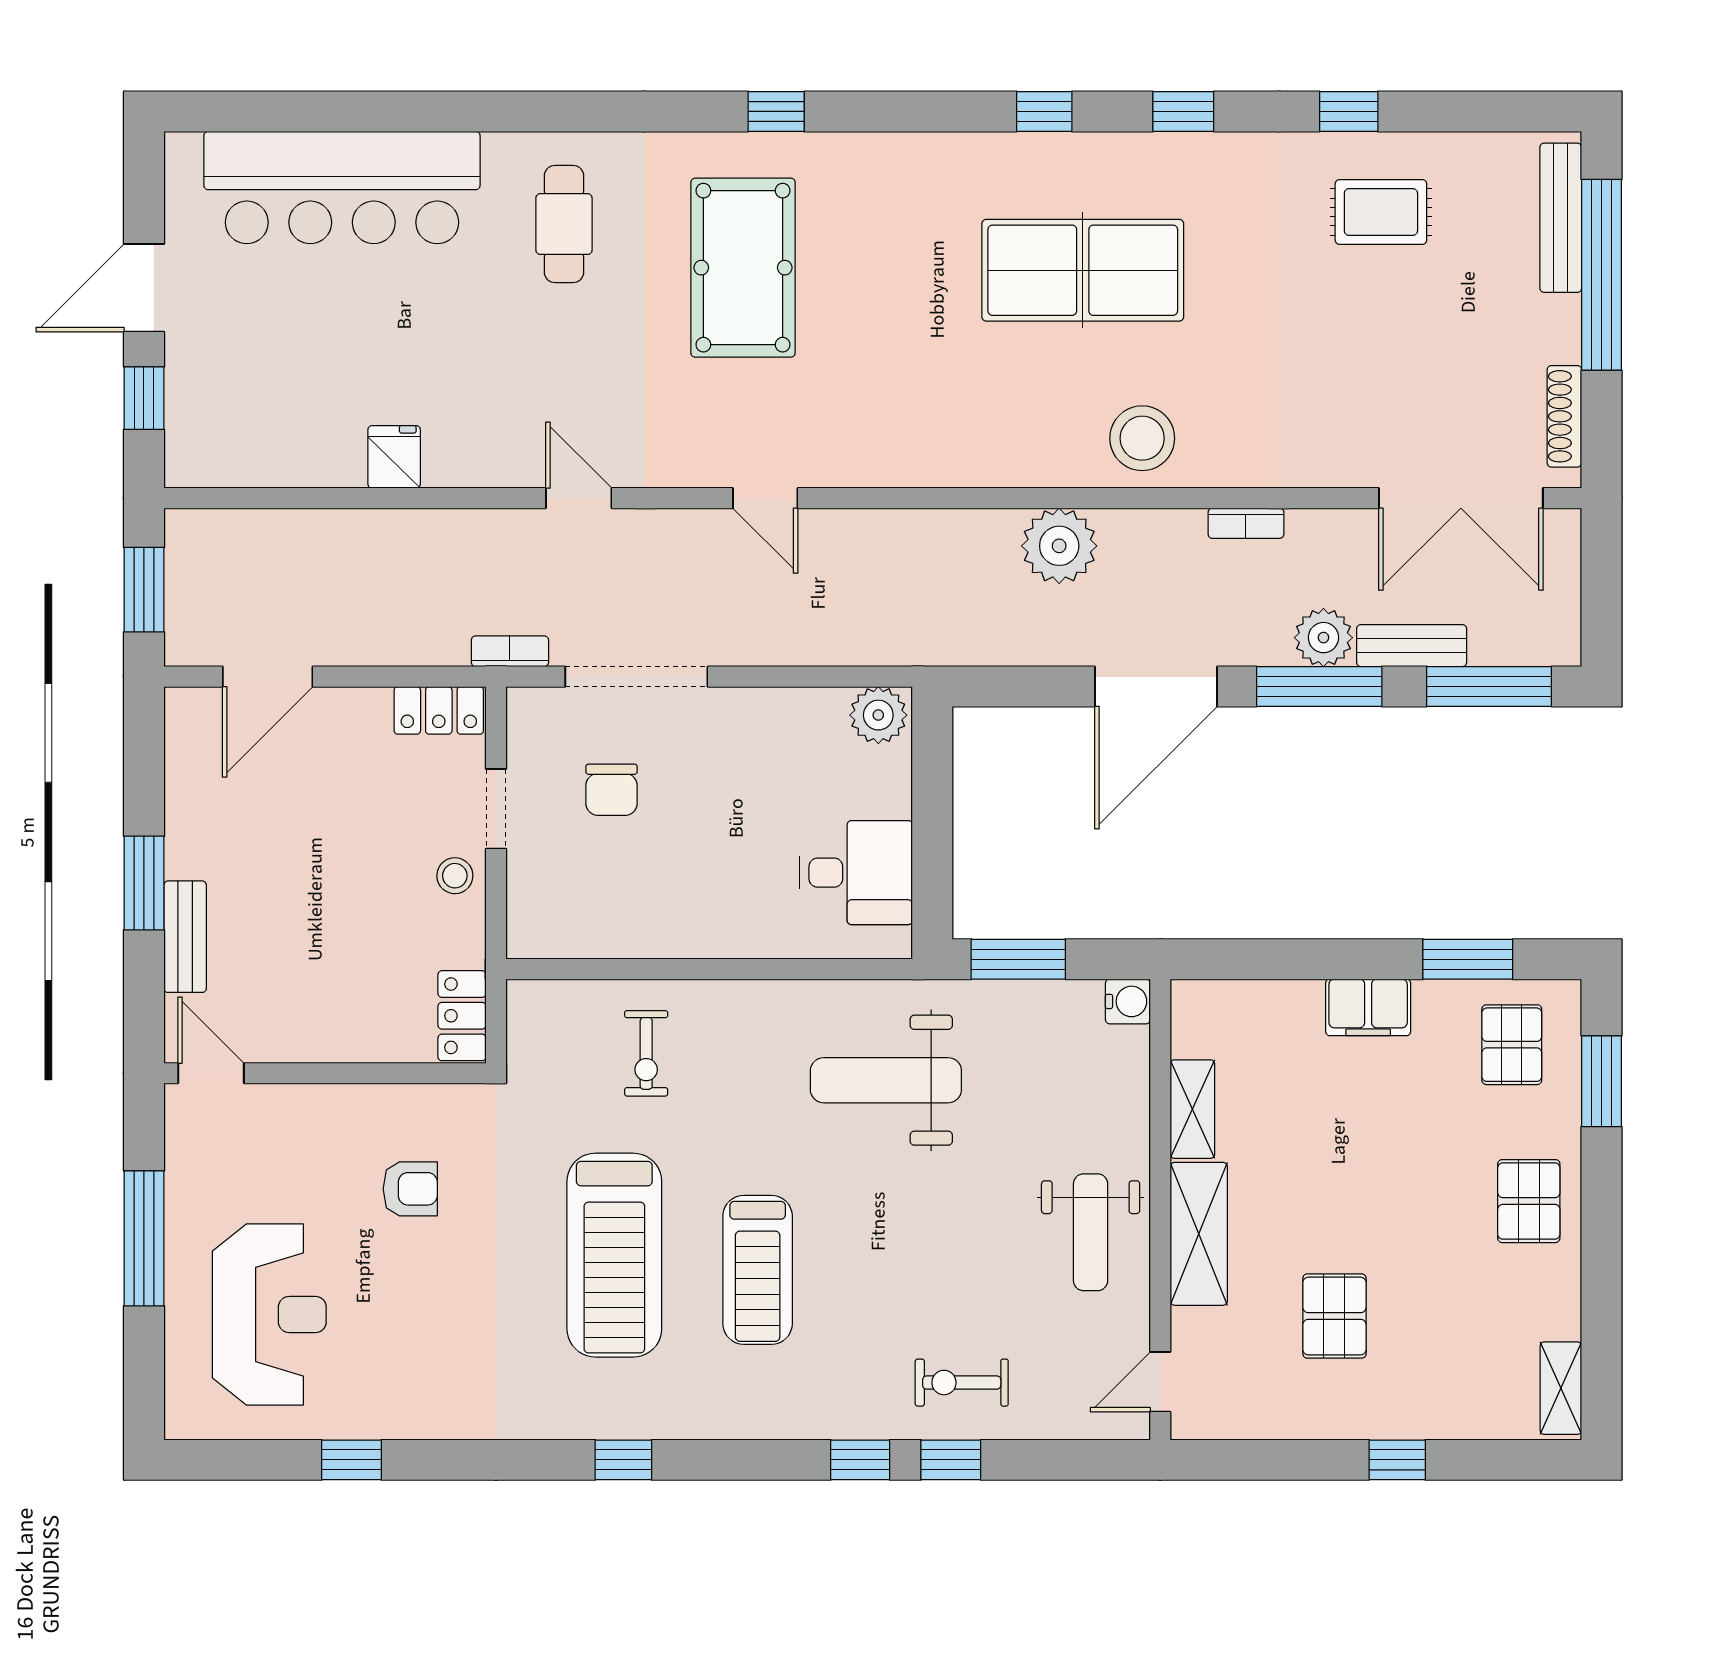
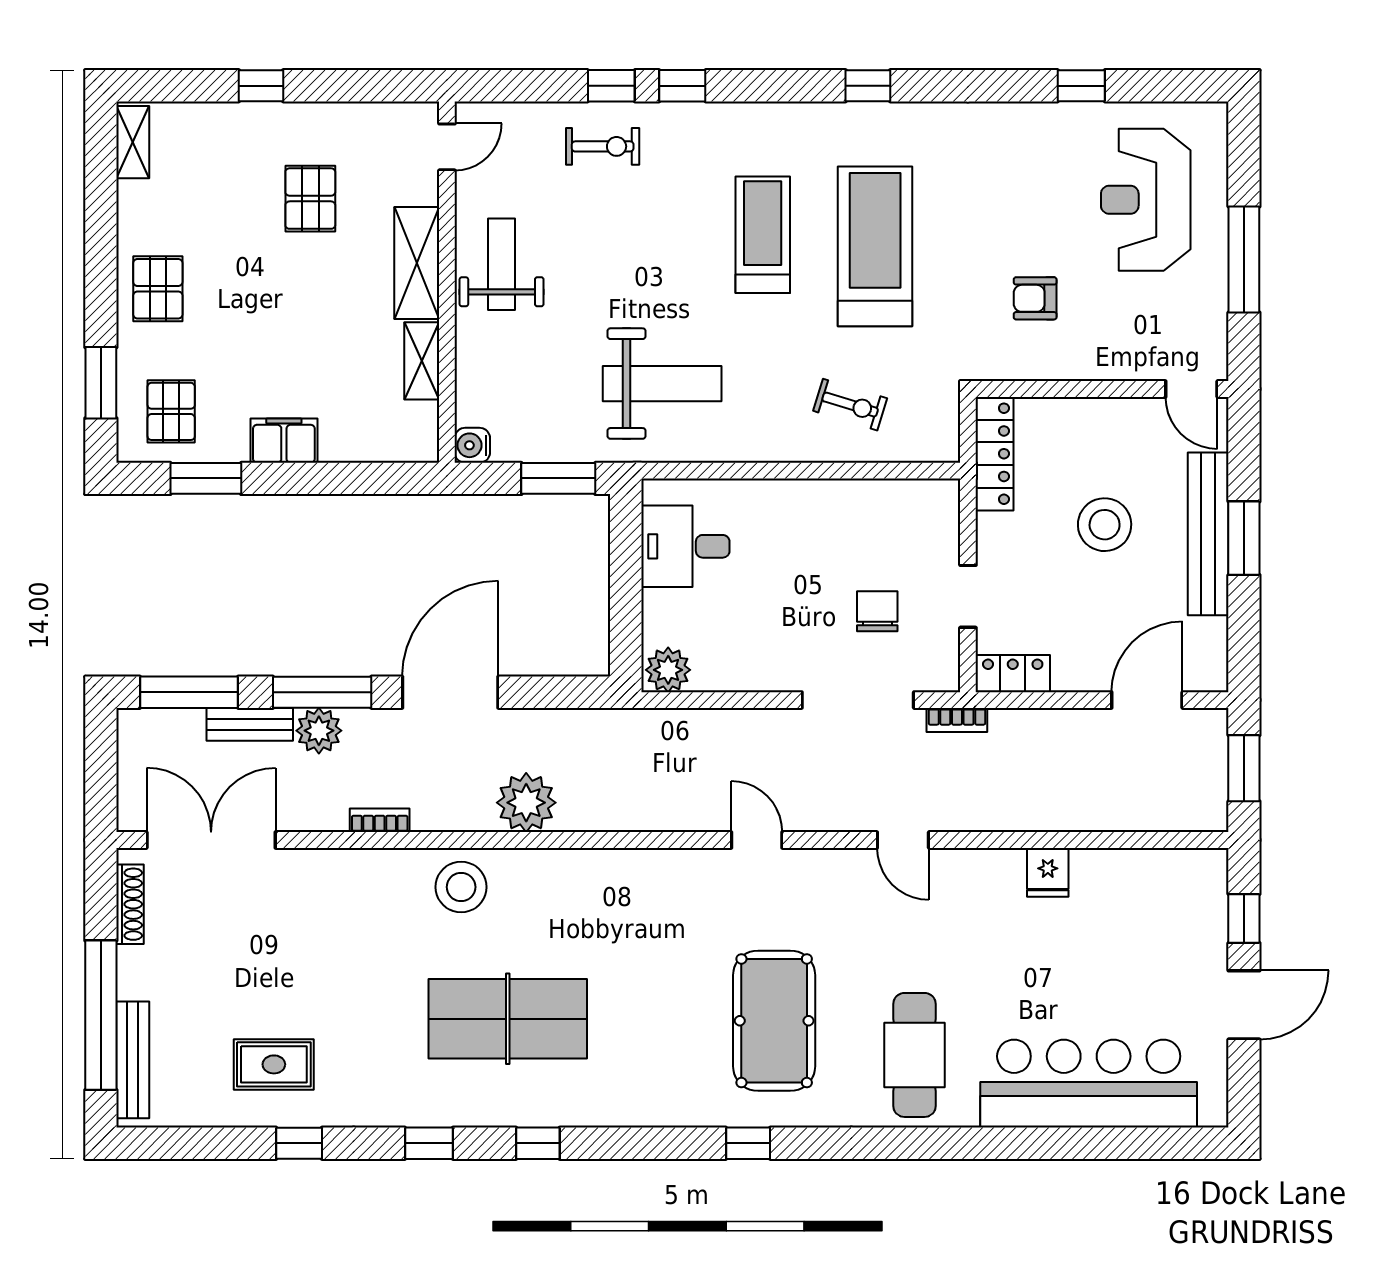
cafe table: (564, 224) -> (915, 1055), width x1.37, depth x1.35
stool: (455, 876) -> (1105, 525), moved, width x1.89, depth x1.89
bench: (185, 937) -> (1208, 534), width x1.86, depth x1.21
locker: (462, 1016) -> (995, 454), width x1.53
exercise bike: (646, 1053) -> (850, 405), turned 107

